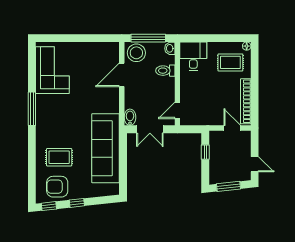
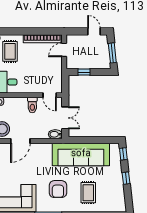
toilet: (165, 71) -> (32, 105), moved
door: (122, 75) -> (20, 141), hinge flipped
door: (255, 164) -> (94, 31), hinge flipped
armchair: (57, 187) -> (58, 189), moved
window: (49, 206) -> (123, 154), moved

